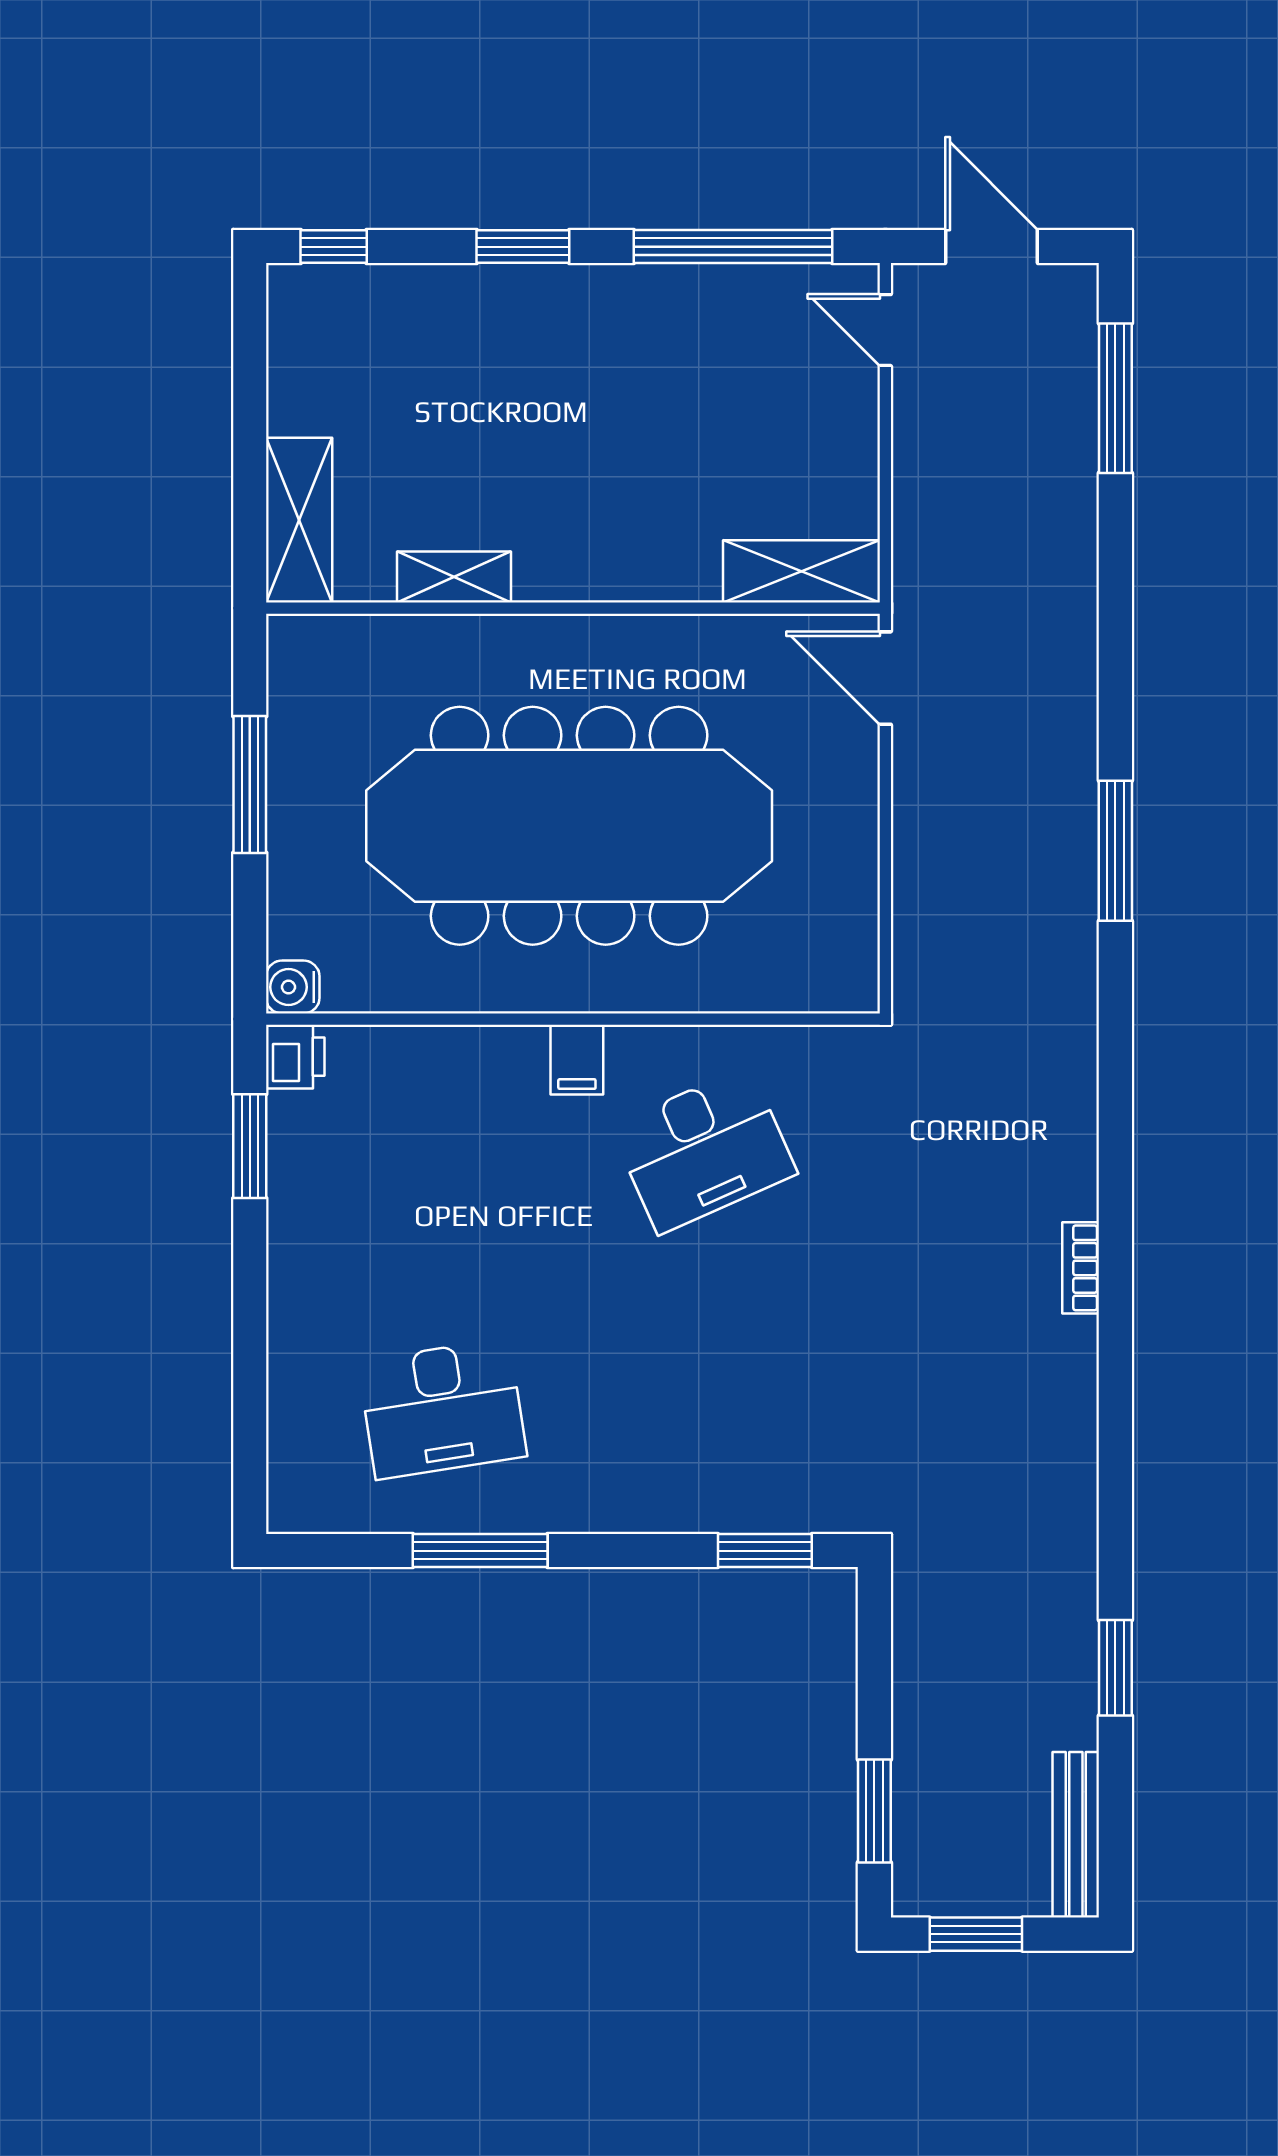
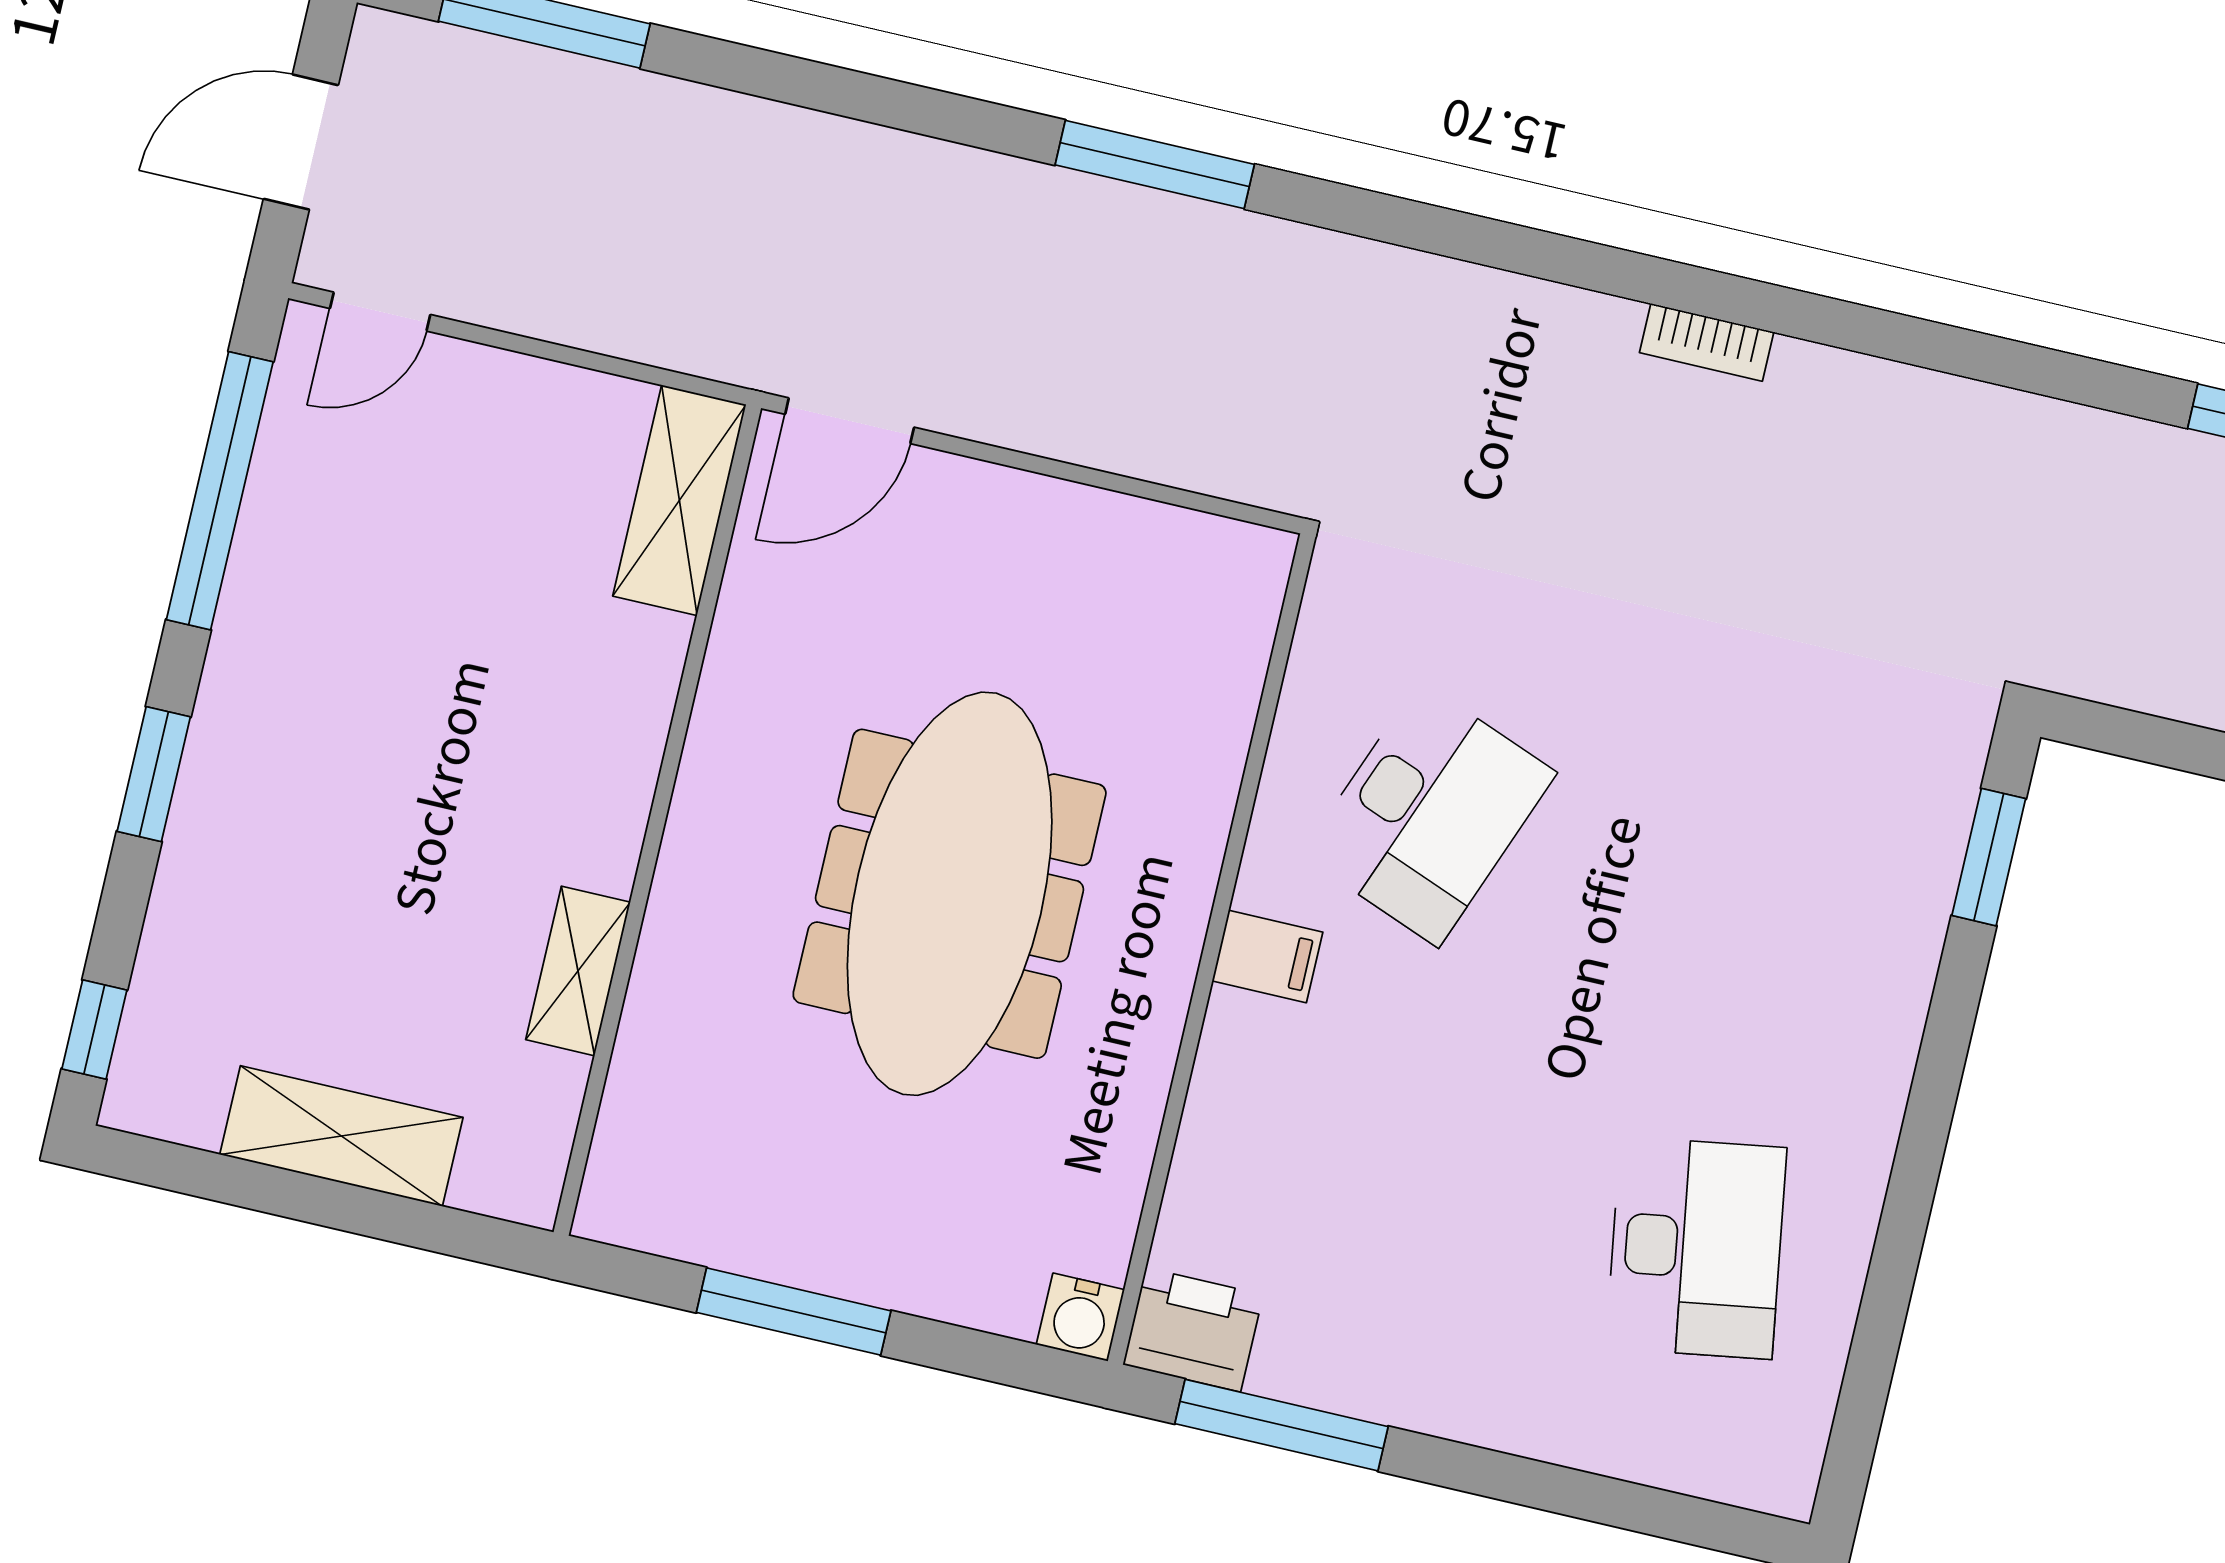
shelving: (299, 520) -> (341, 1136), moved
meeting table: (569, 826) -> (950, 894), width x0.73, depth x0.79
printer: (295, 1057) -> (1193, 1330), width x1.36, depth x1.24
window: (250, 1146) -> (1282, 1425), width x1.44
desk: (704, 1150) -> (1429, 814), turned 45
window: (480, 1551) -> (1899, 1241), removed

